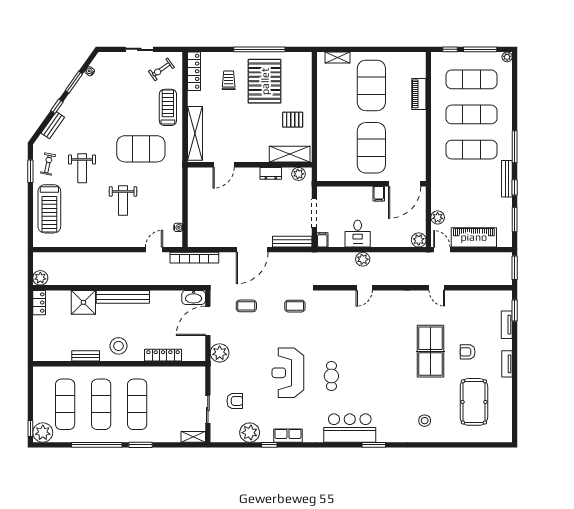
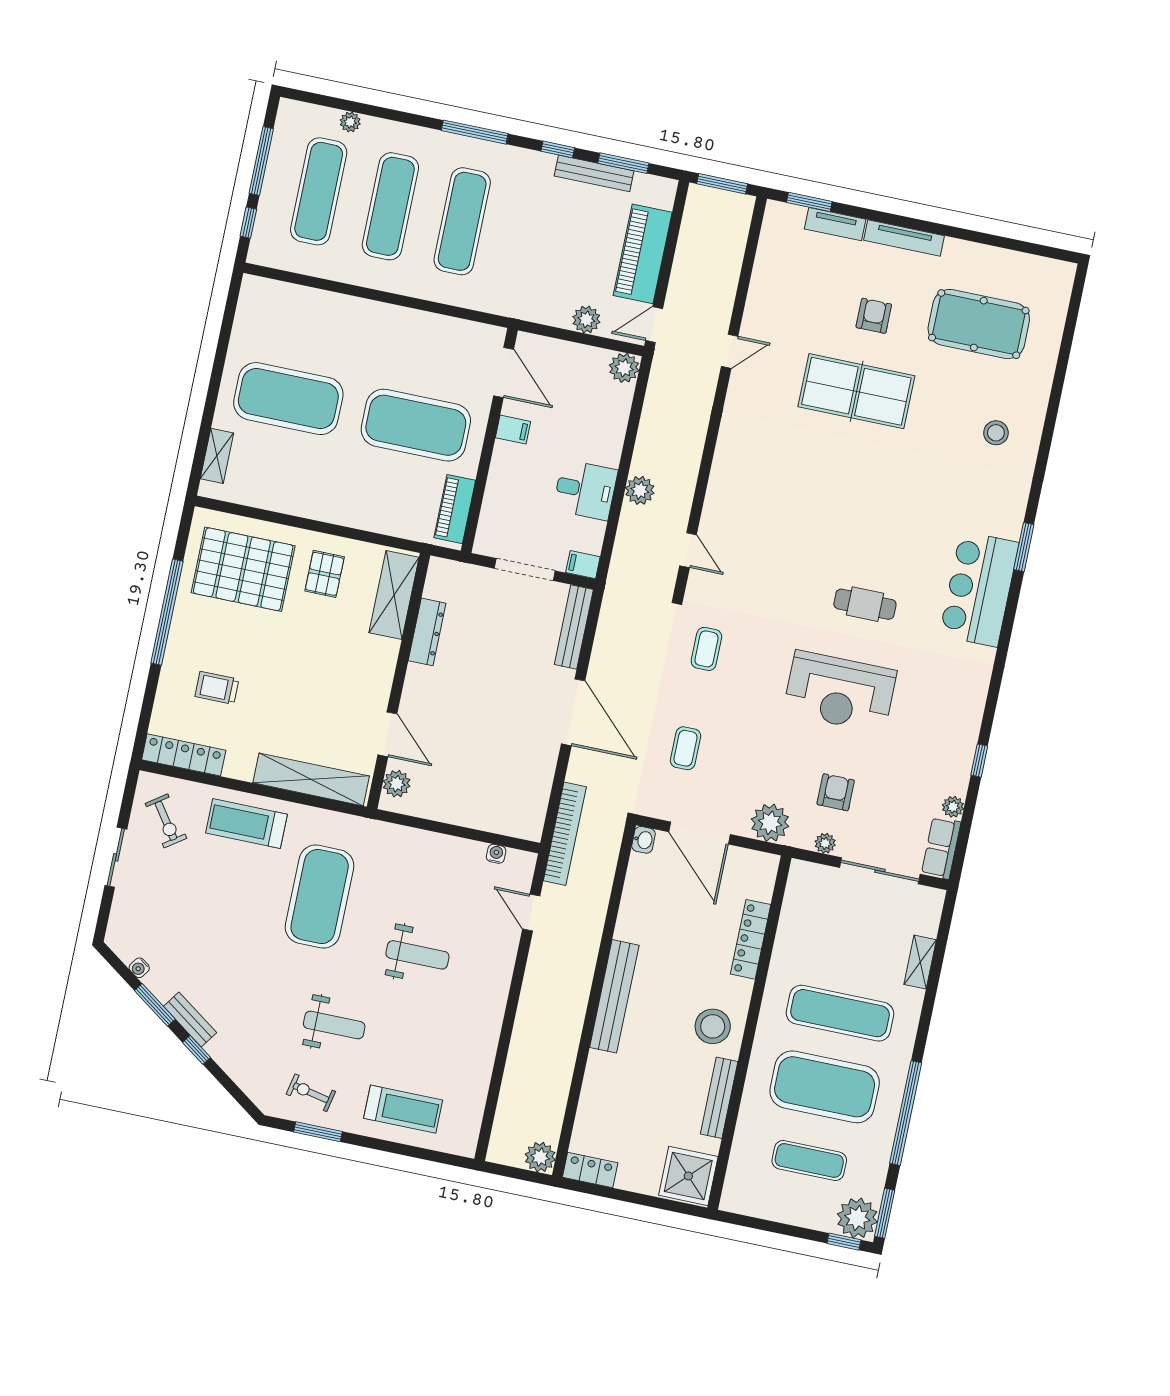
plant: (507, 57) -> (350, 122), moved
pallet: (265, 81) -> (243, 569), moved
piano: (419, 94) -> (455, 509), moved, turned 90
bench: (53, 125) -> (190, 1019), moved
dresser: (271, 173) -> (427, 632), width x1.44
plant: (298, 174) -> (397, 784), moved
bench: (507, 179) -> (594, 173), moved
door: (405, 184) -> (504, 373), width x0.73
treadmill: (49, 209) -> (403, 1109), width x0.73, depth x0.73
door: (364, 288) -> (688, 550), moved
washbasin: (194, 297) -> (644, 840), width x0.52, depth x0.69
shower: (83, 302) -> (688, 1176), moved
armchair: (468, 352) -> (874, 316), turned 180
bench: (86, 356) -> (719, 1098), width x1.36
tv unit: (507, 364) -> (904, 238), width x1.41
plant: (215, 381) -> (825, 843), added
armchair: (235, 401) -> (836, 792), moved
exercise mat: (65, 404) -> (809, 1160), width x0.73, depth x0.69
exercise mat: (101, 404) -> (825, 1087), width x1.47
sliding door: (208, 409) -> (880, 871), width x1.37
plant: (250, 433) -> (953, 807), width x0.53, depth x0.53
row of seats: (288, 436) -> (941, 848), moved
shelving: (193, 437) -> (920, 962), moved
window: (141, 445) -> (885, 1213), moved

